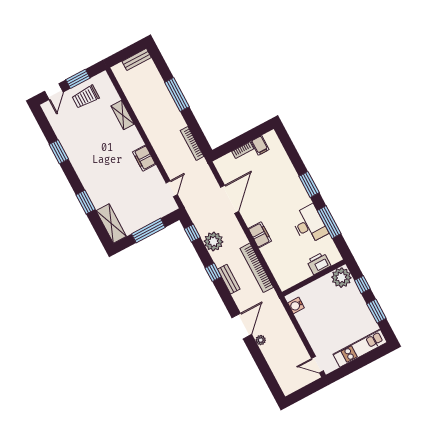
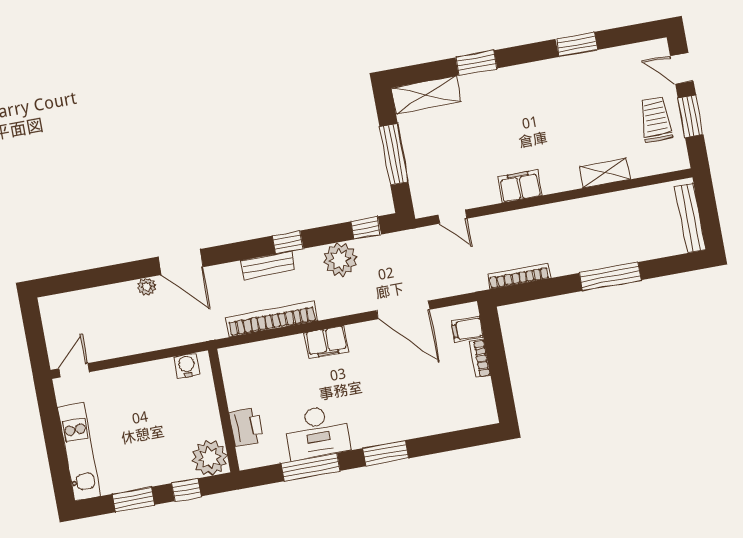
bench: (137, 59) -> (690, 218), width x1.36
filing cabinet: (260, 145) -> (467, 329), moved

